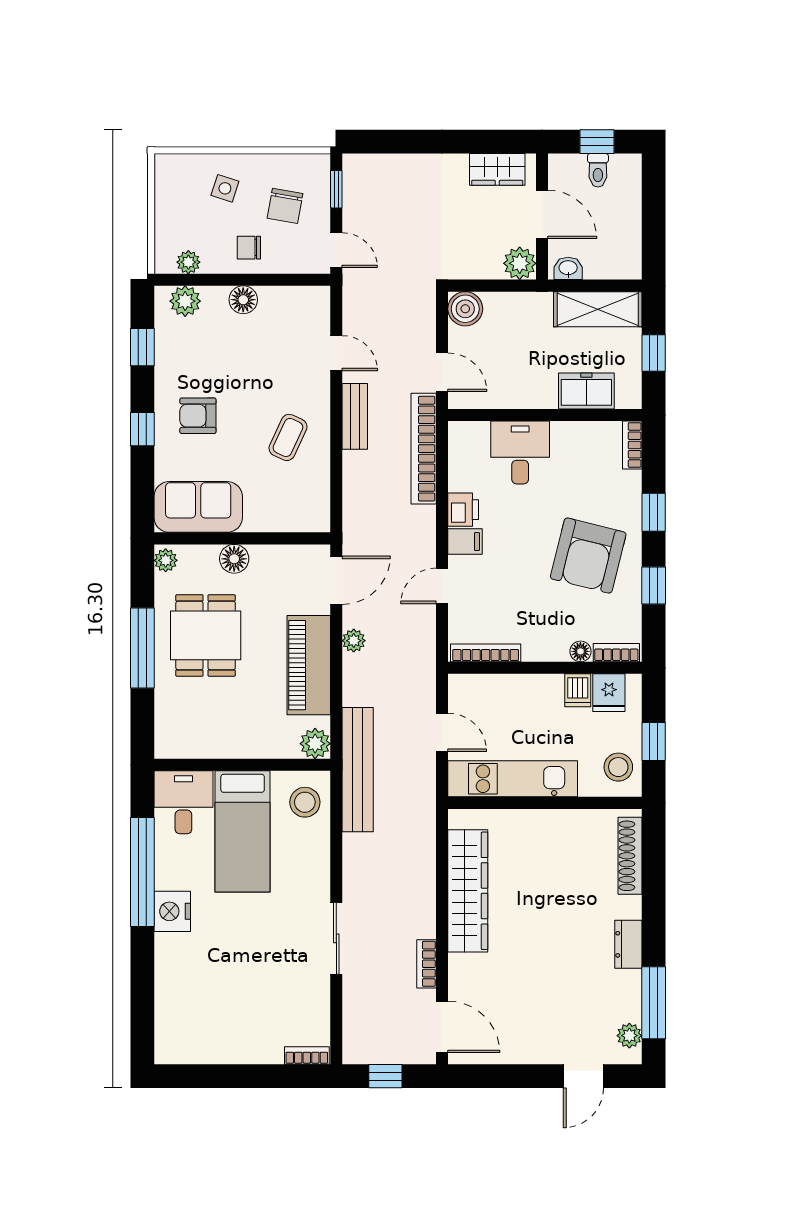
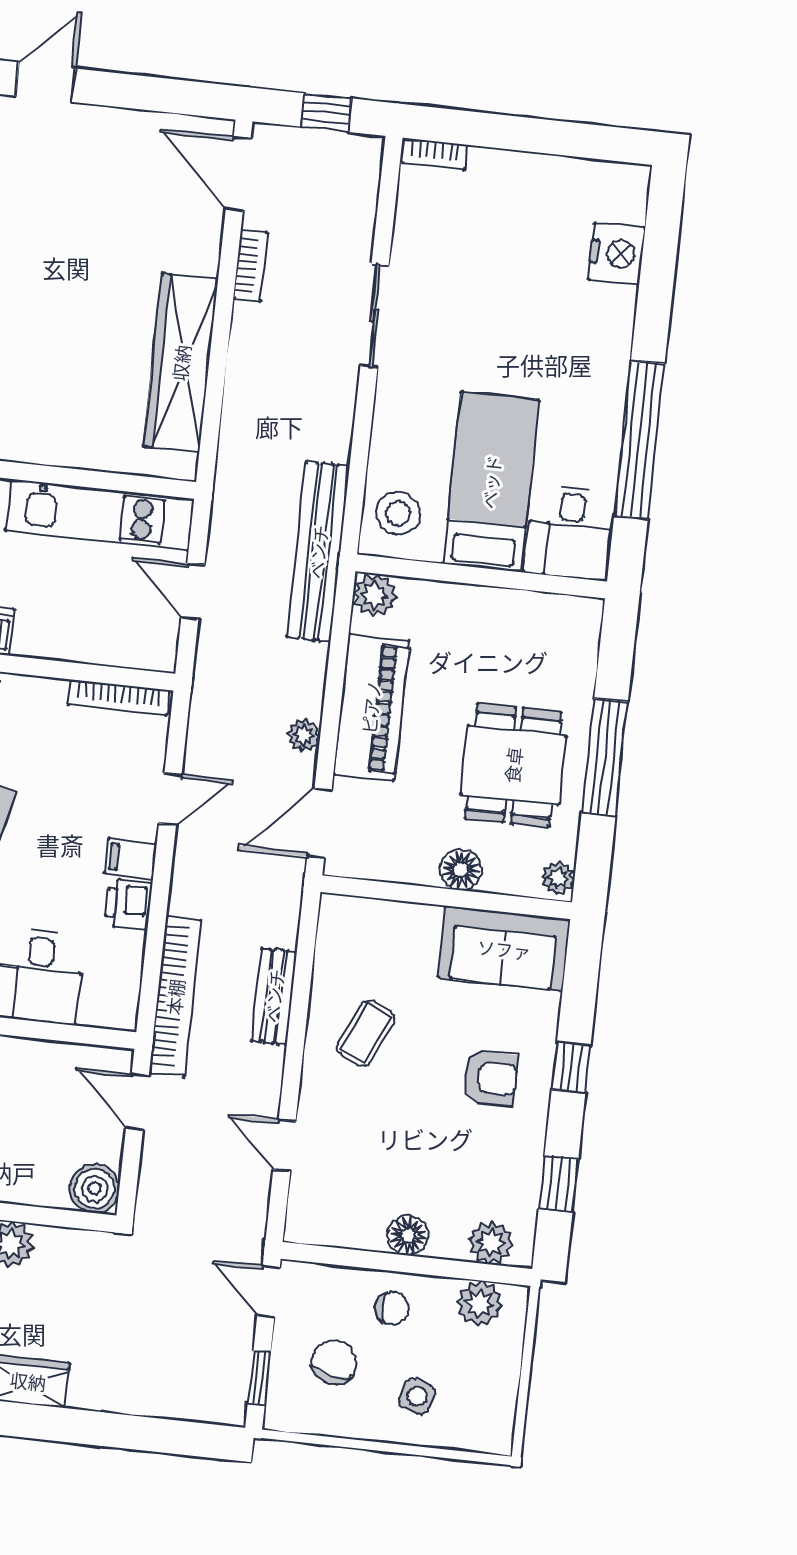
plant: (188, 262) -> (479, 1303), width x1.38, depth x1.38
bench: (355, 416) -> (274, 996), moved
nightstand: (172, 911) -> (617, 254), moved

